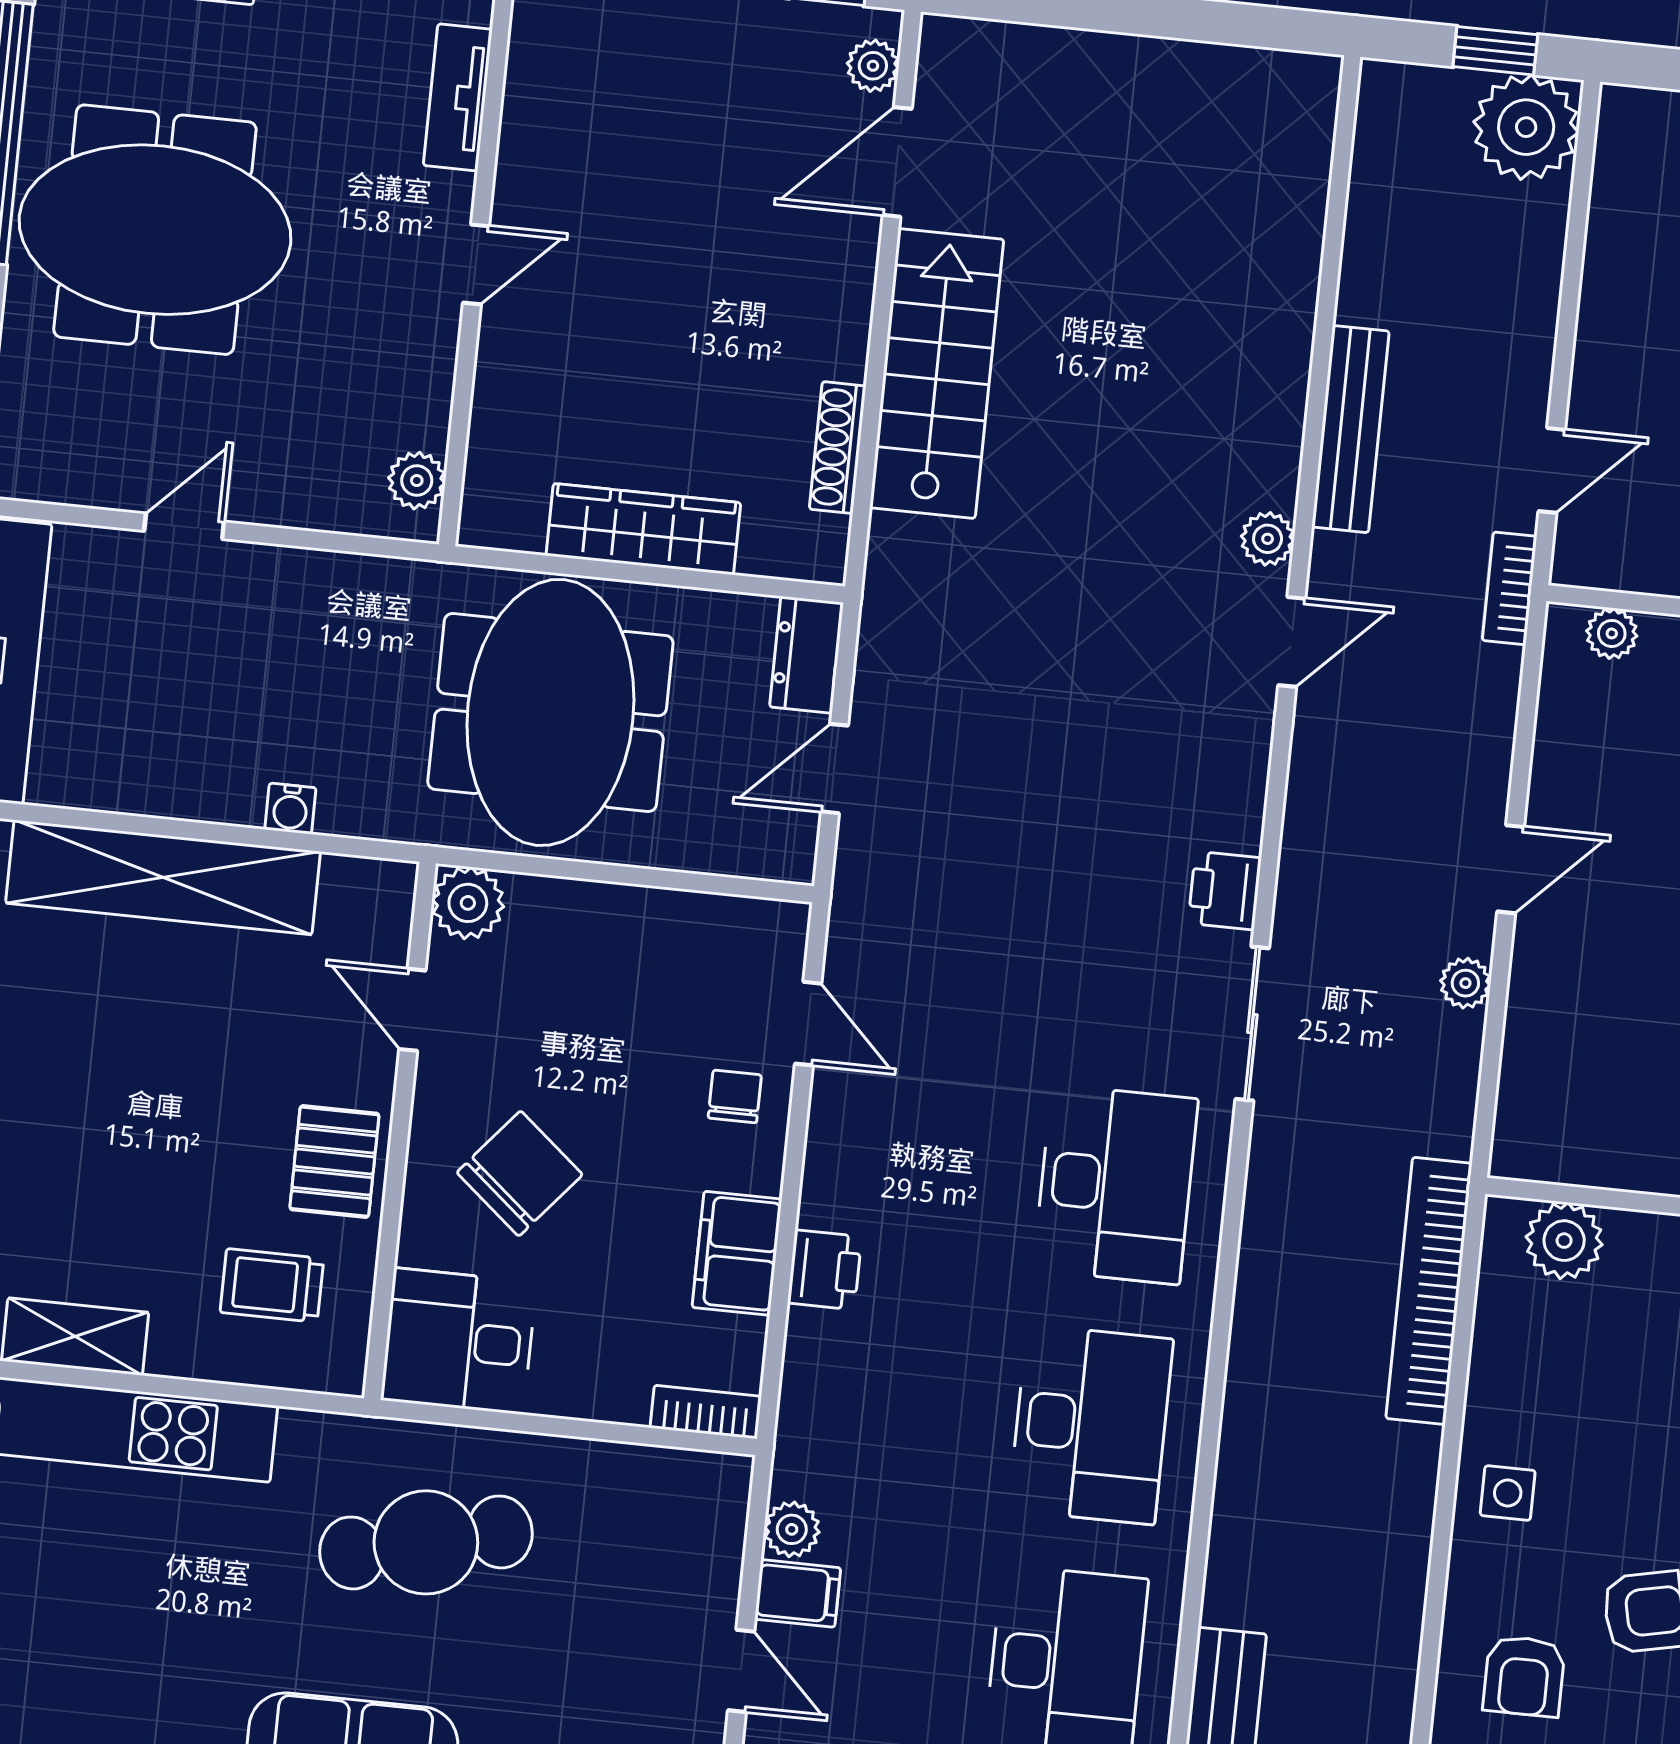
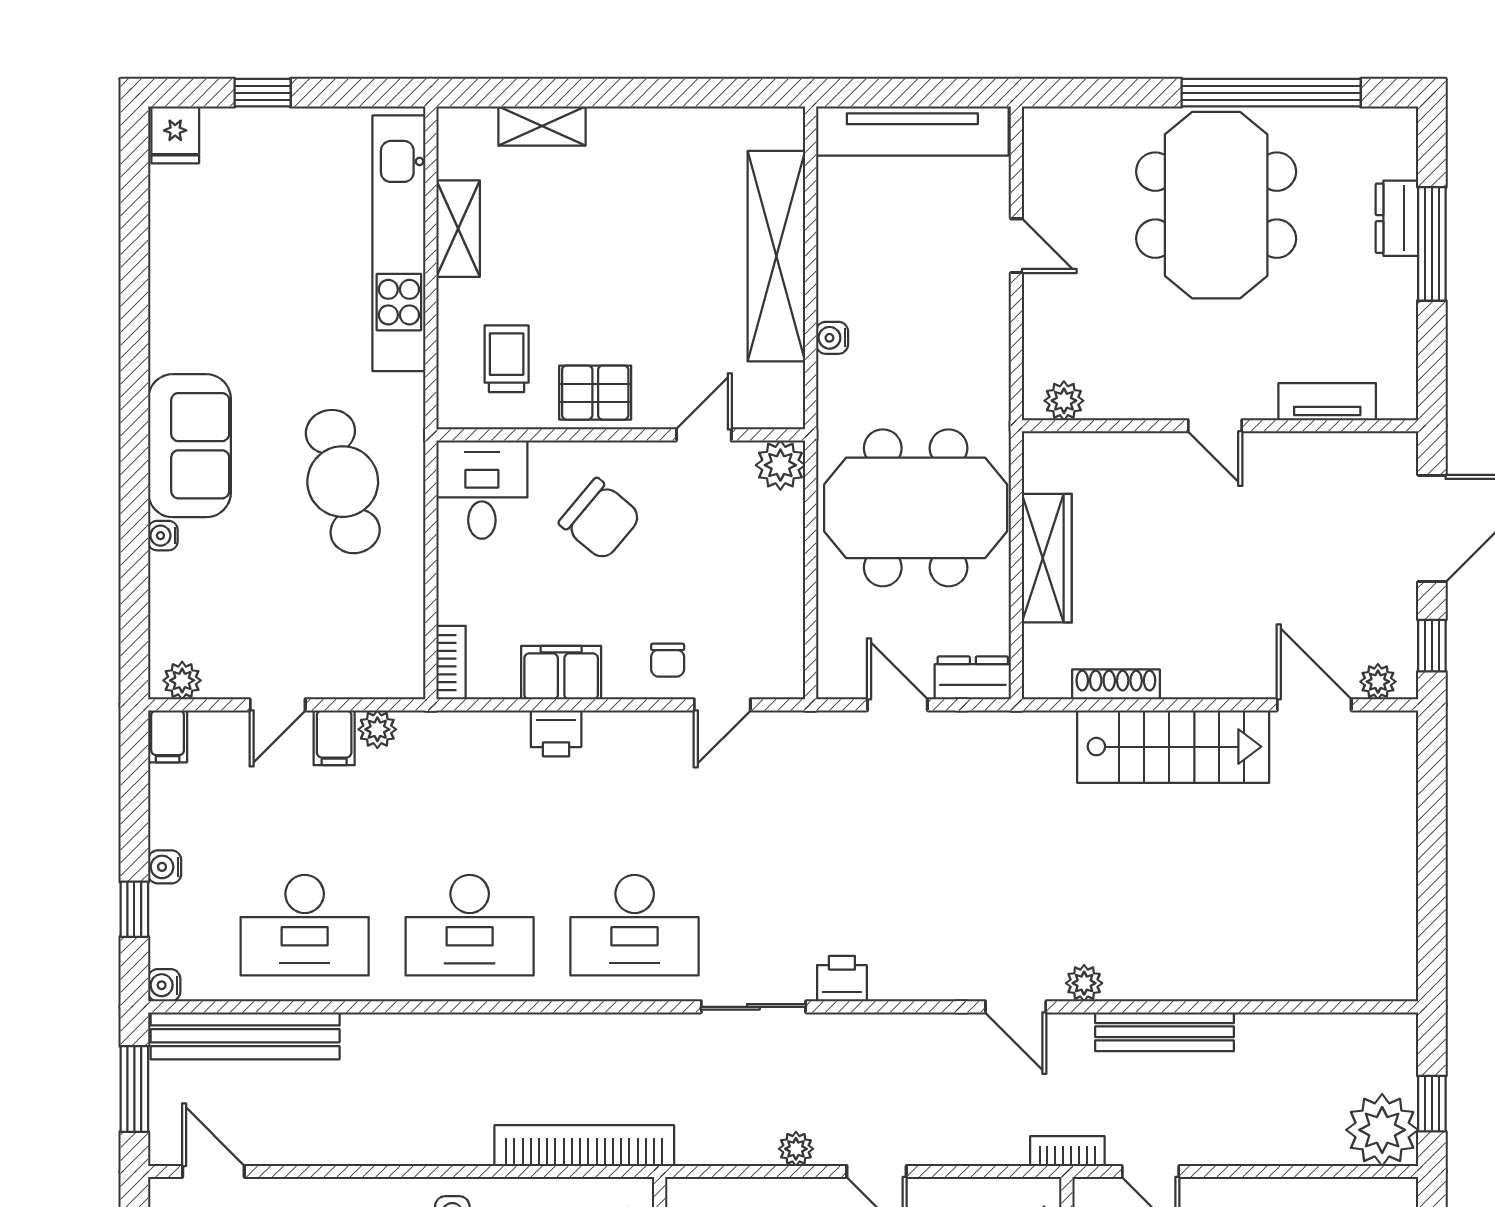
chair: (735, 1096) -> (668, 660), turned 90

